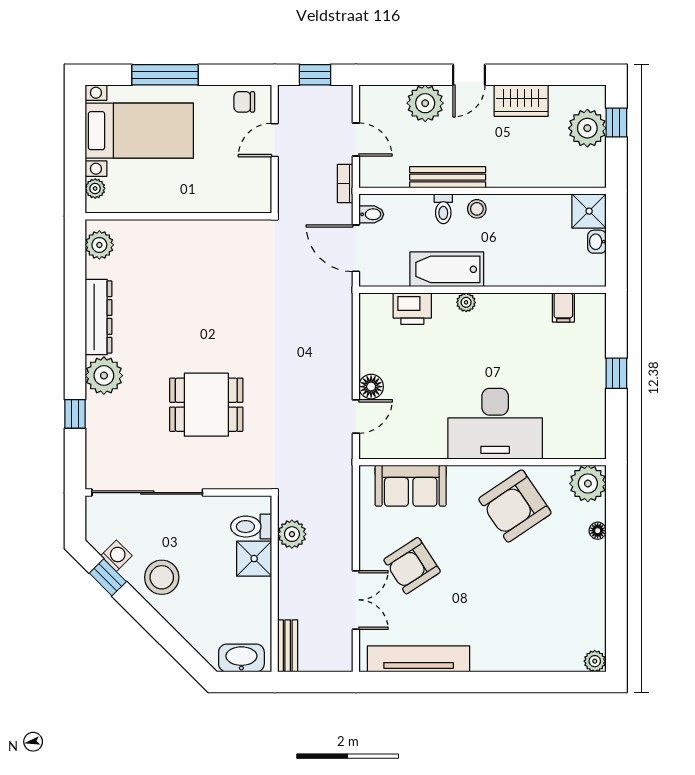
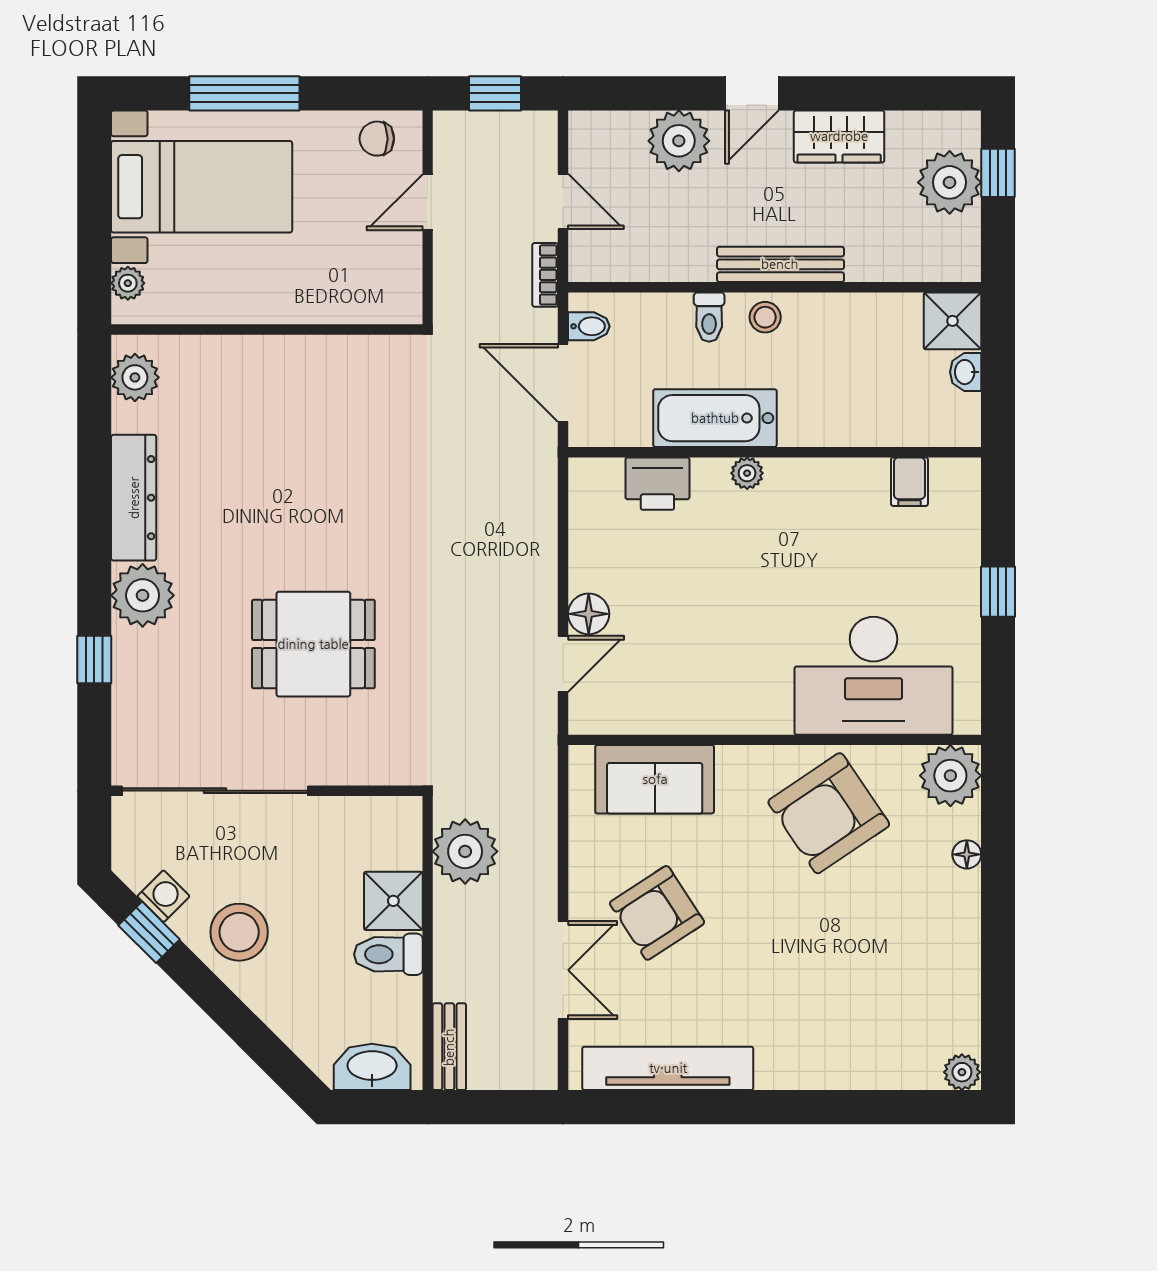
bench: (448, 177) -> (780, 264), moved
desk: (495, 424) -> (873, 676), moved
toilet: (251, 527) -> (388, 954), moved
plant: (292, 534) -> (465, 851), width x1.36, depth x1.36

